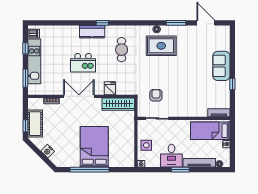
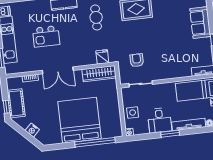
kitchen island: (83, 63) -> (46, 36), moved
fridge: (110, 88) -> (102, 57), moved
double door: (79, 96) -> (58, 70), swing flipped
bed: (94, 147) -> (79, 120), width x1.36
window: (89, 170) -> (95, 142), moved

